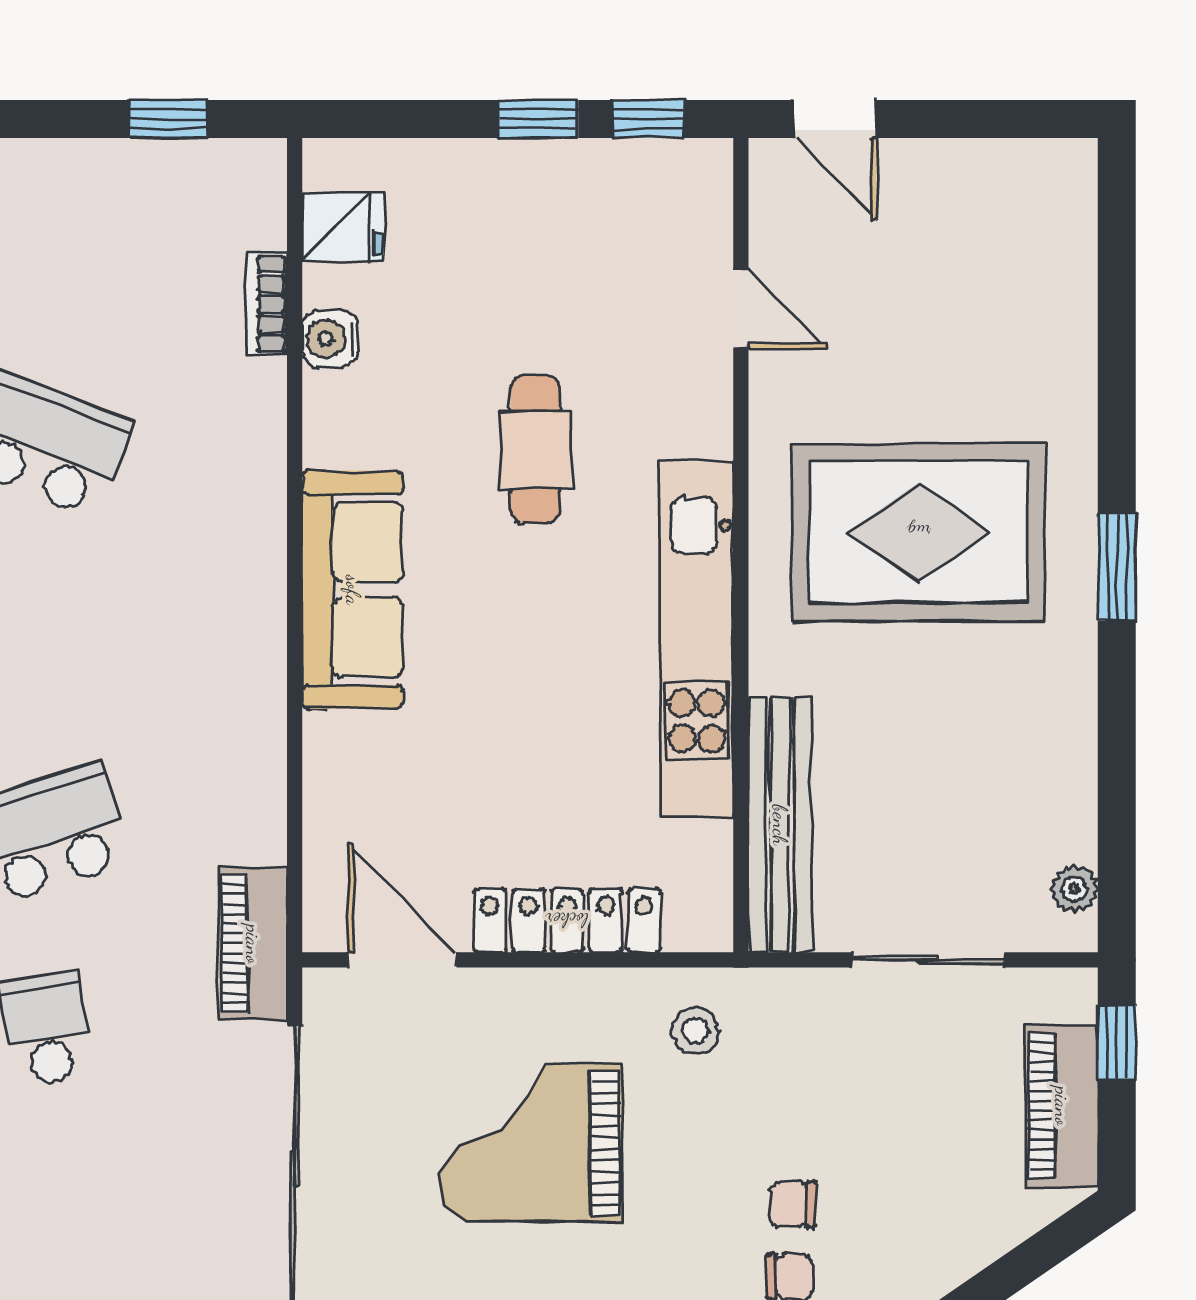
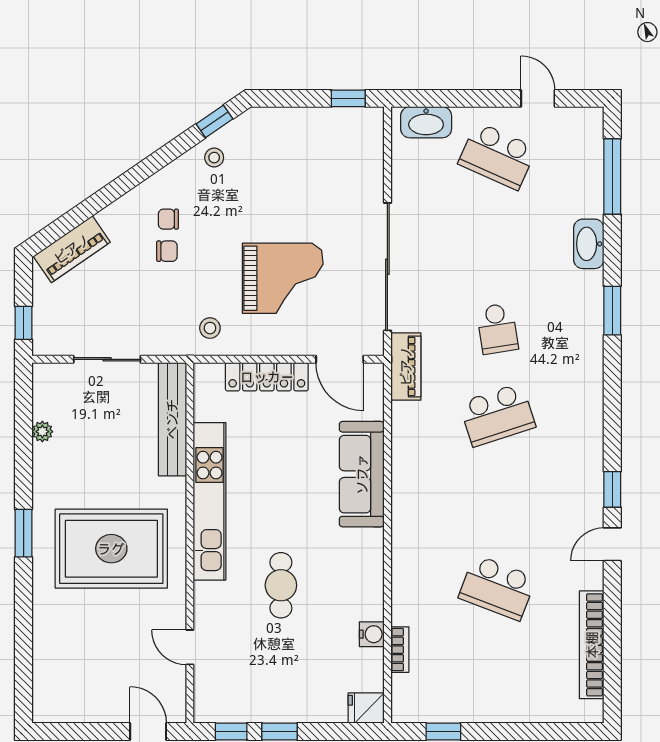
fridge: (343, 226) -> (366, 708), moved
sofa: (353, 590) -> (362, 474), moved
plant: (1074, 889) -> (42, 432), moved
piano: (1062, 1106) -> (72, 249), moved, turned 55

